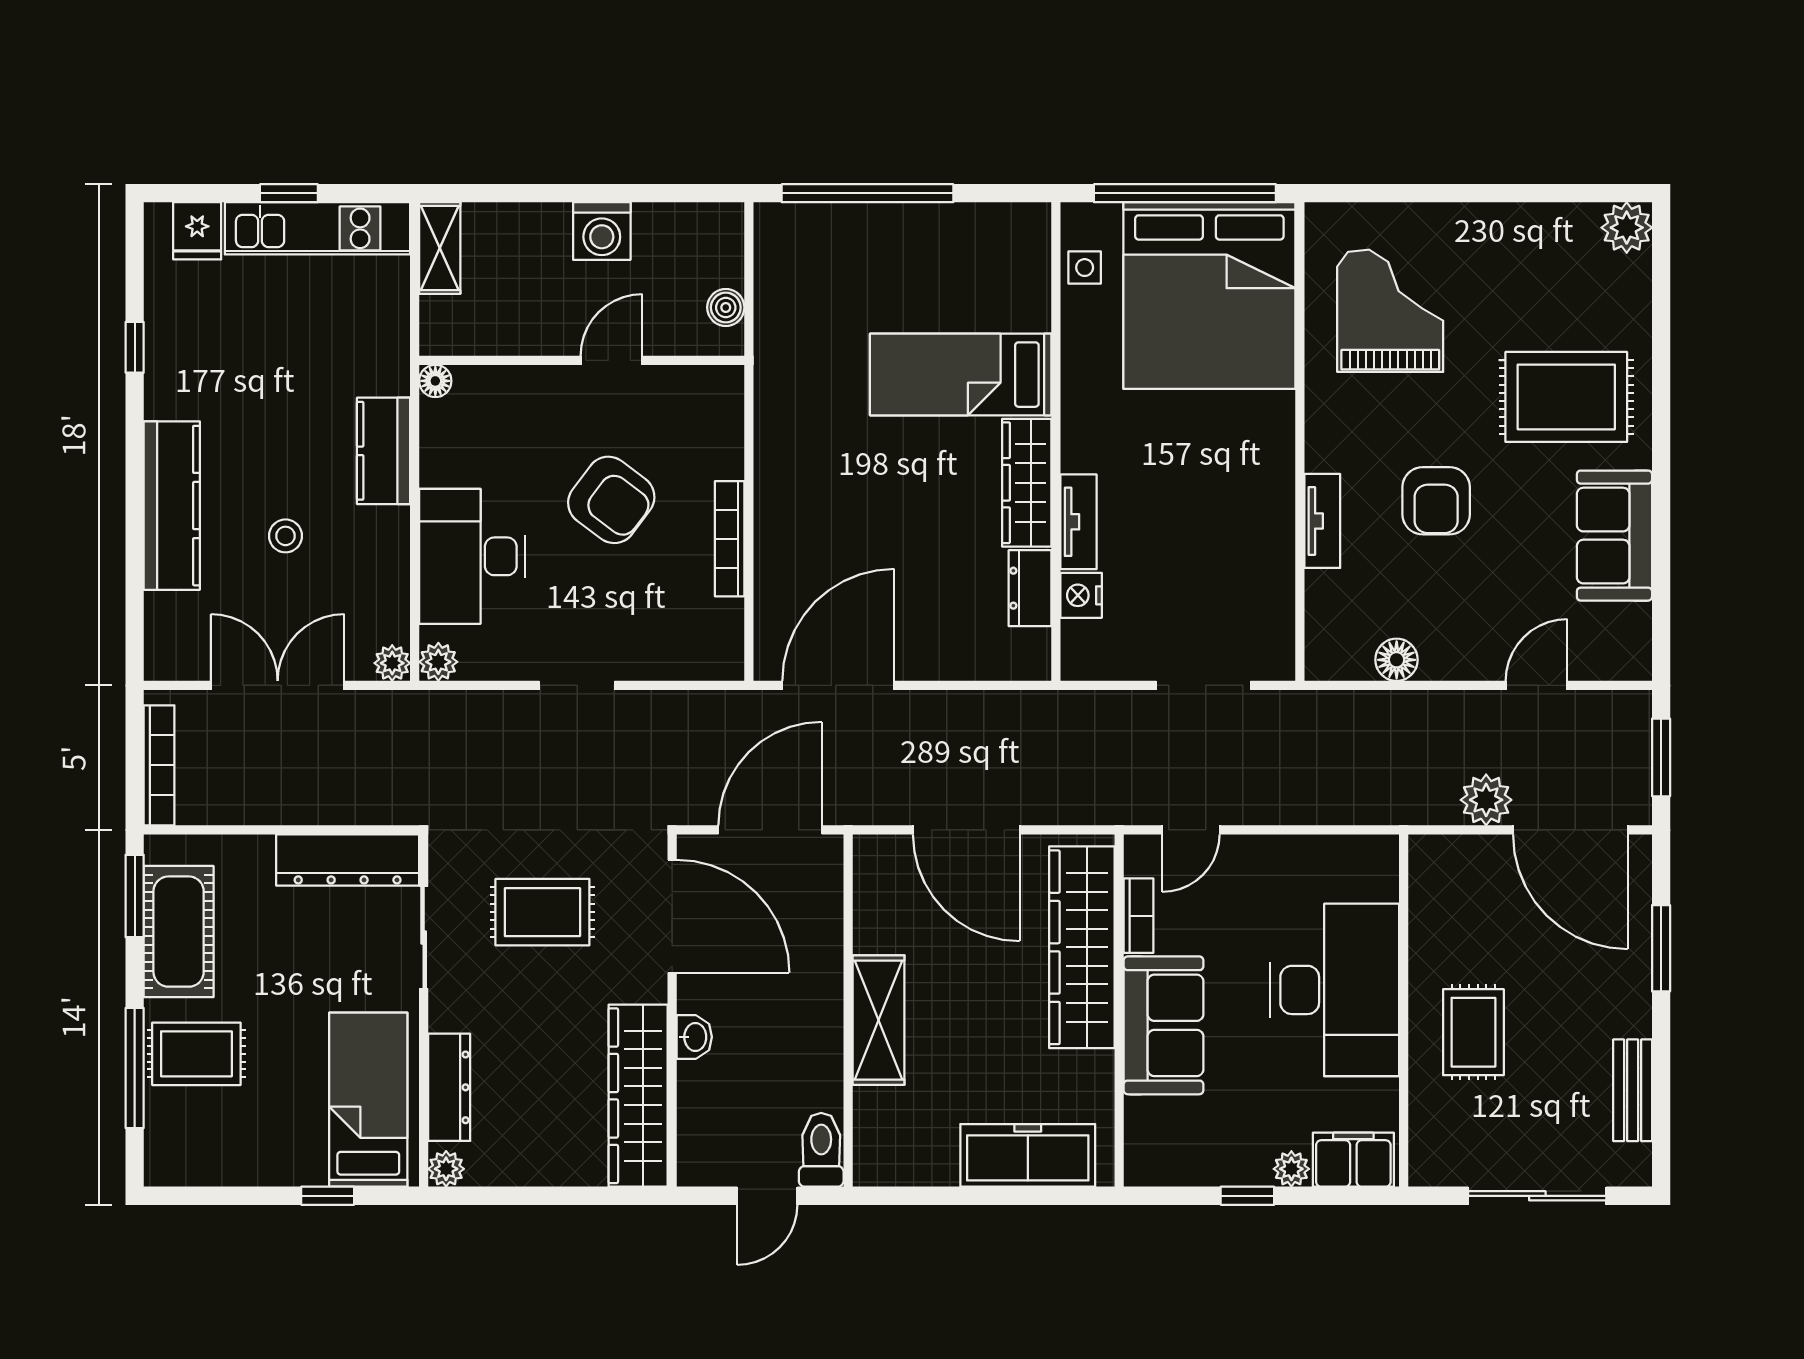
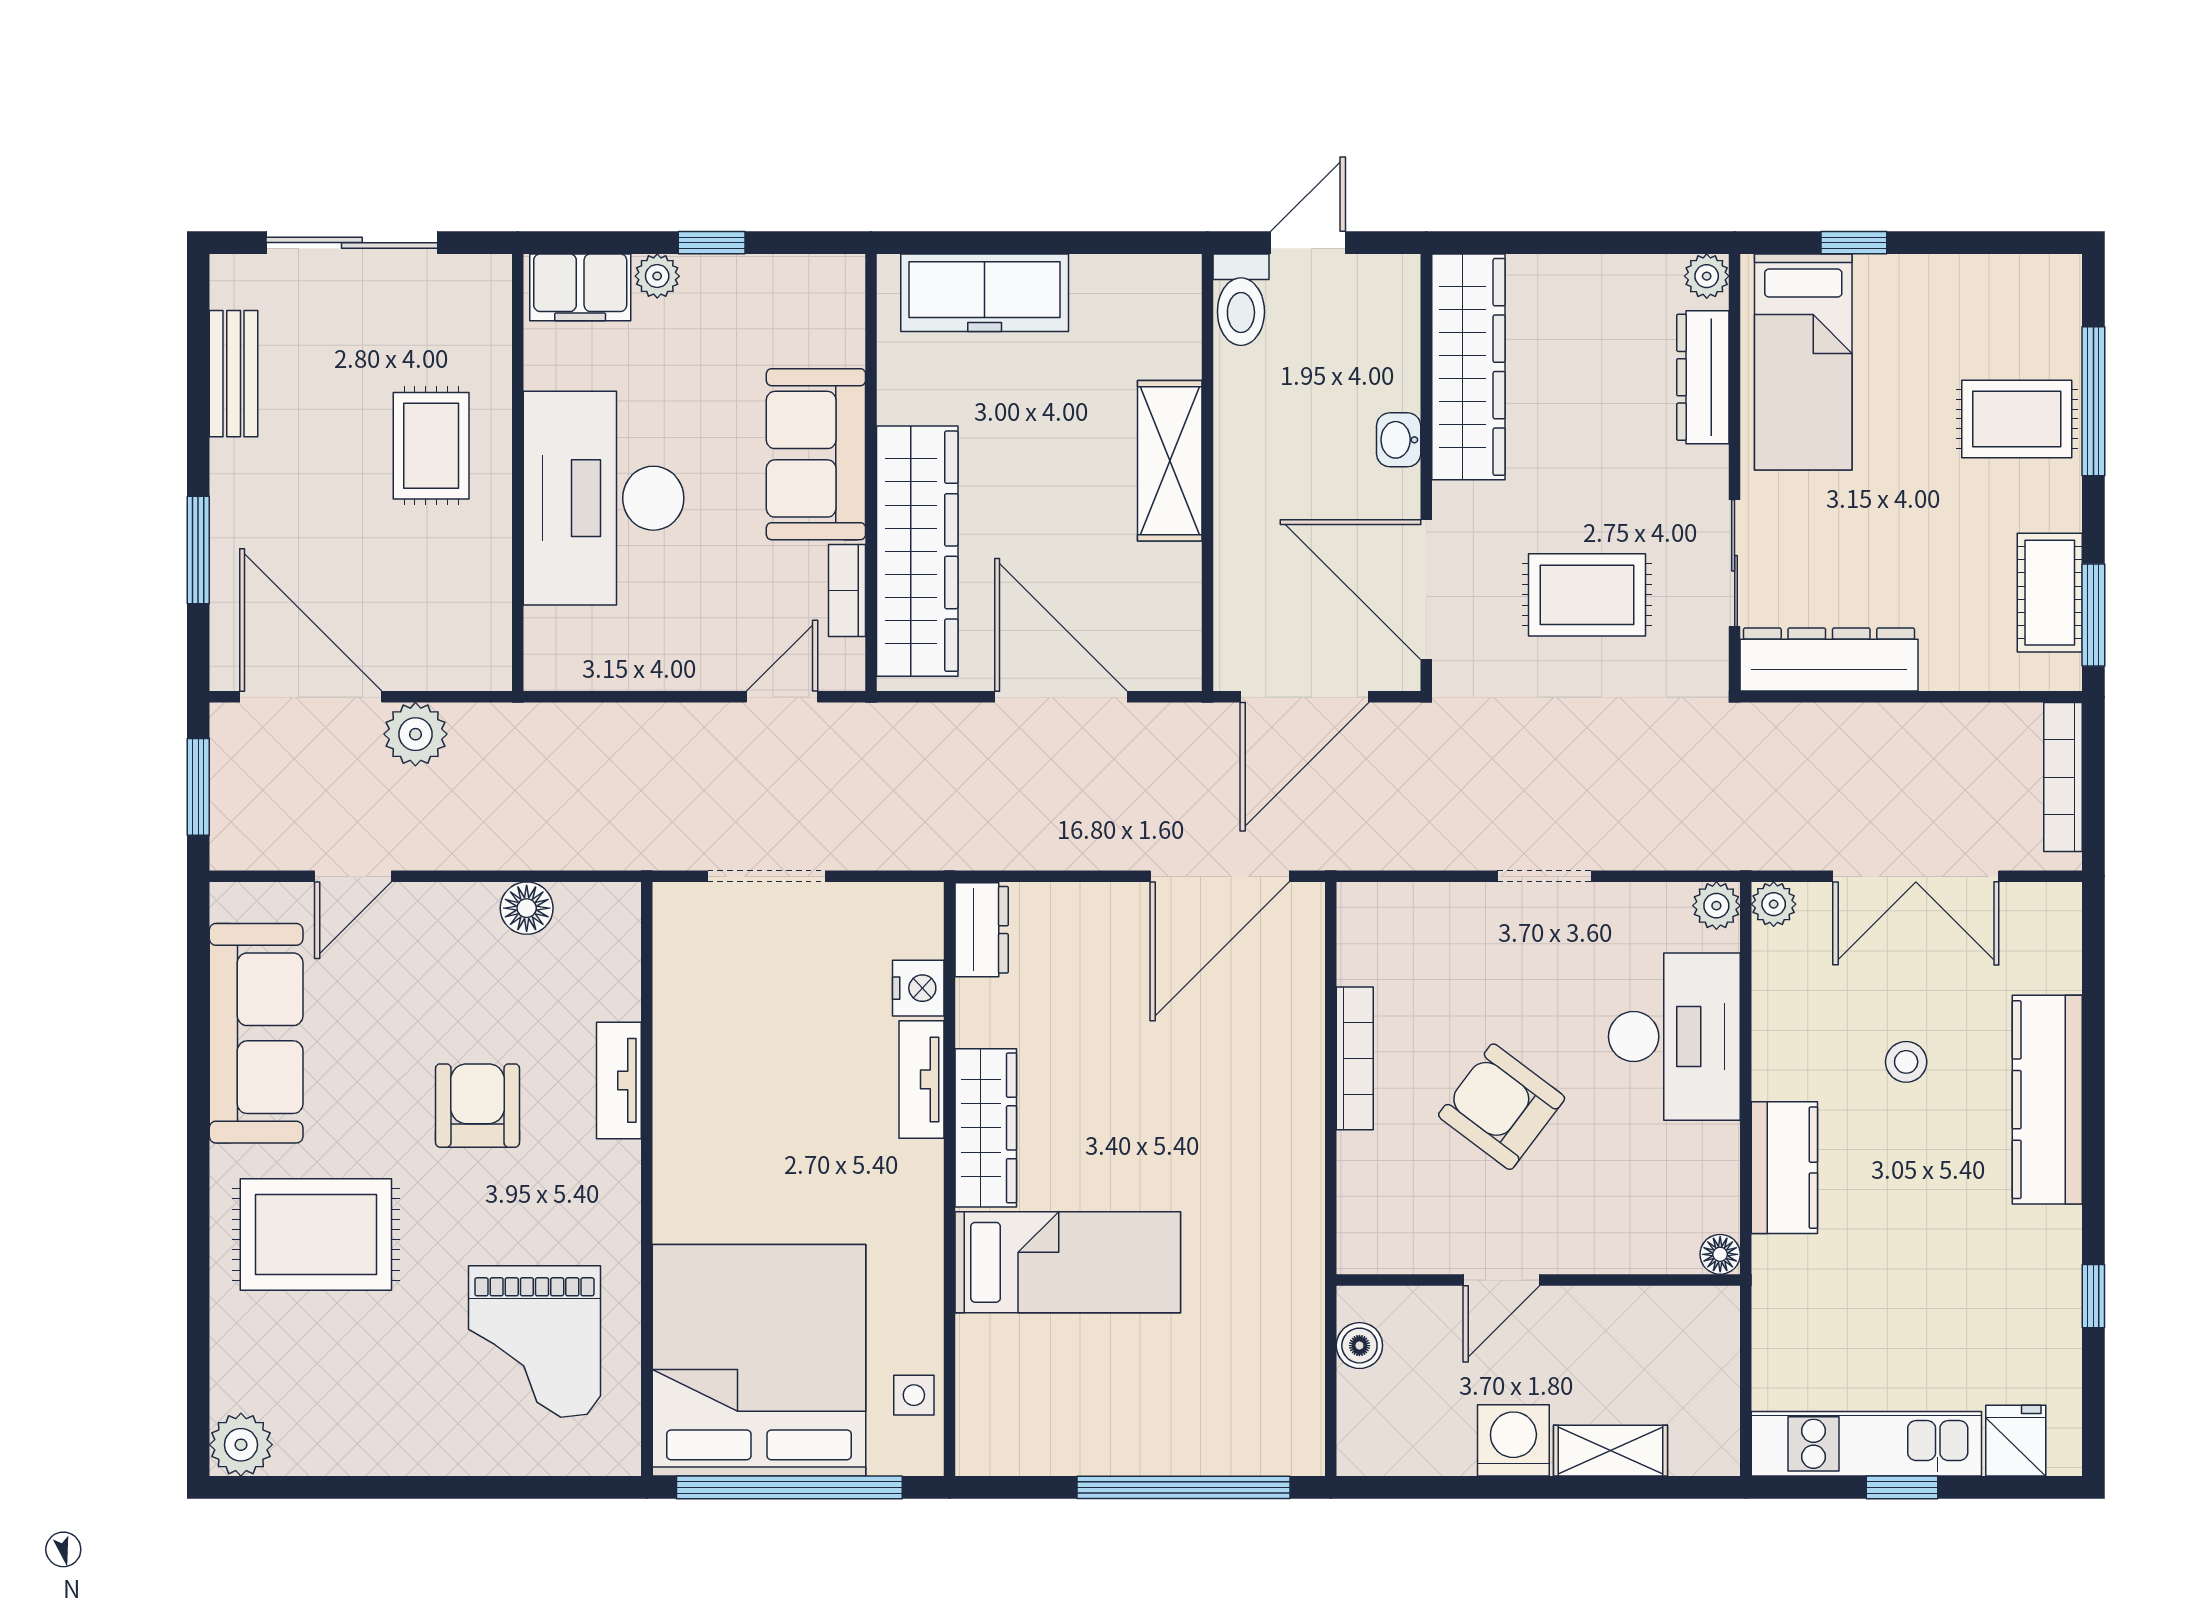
shelving: (440, 248) -> (1610, 1451), moved, turned 90
sofa: (1614, 536) -> (256, 1033), width x1.36
dresser: (1030, 588) -> (982, 930), moved
cot: (179, 932) -> (2050, 593), width x0.73, depth x0.75

